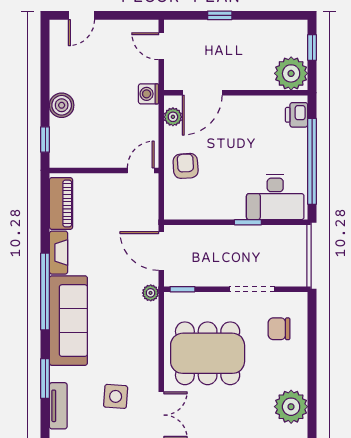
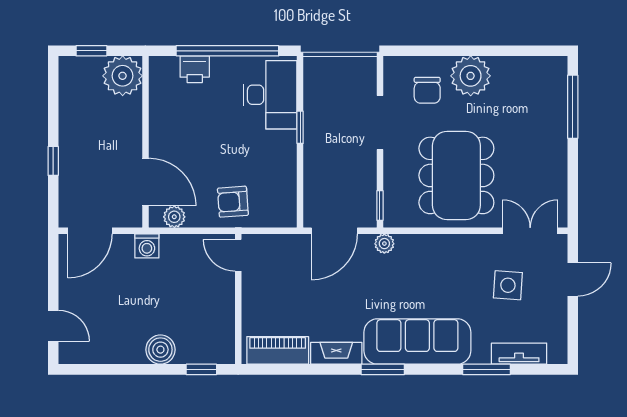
door: (161, 46) -> (90, 231), width x1.38
printer: (297, 115) -> (195, 69), moved
window: (45, 292) -> (383, 369), width x0.47
plant: (291, 407) -> (471, 76), moved

